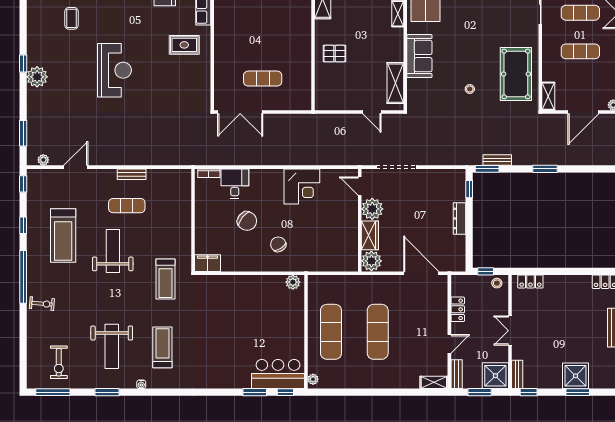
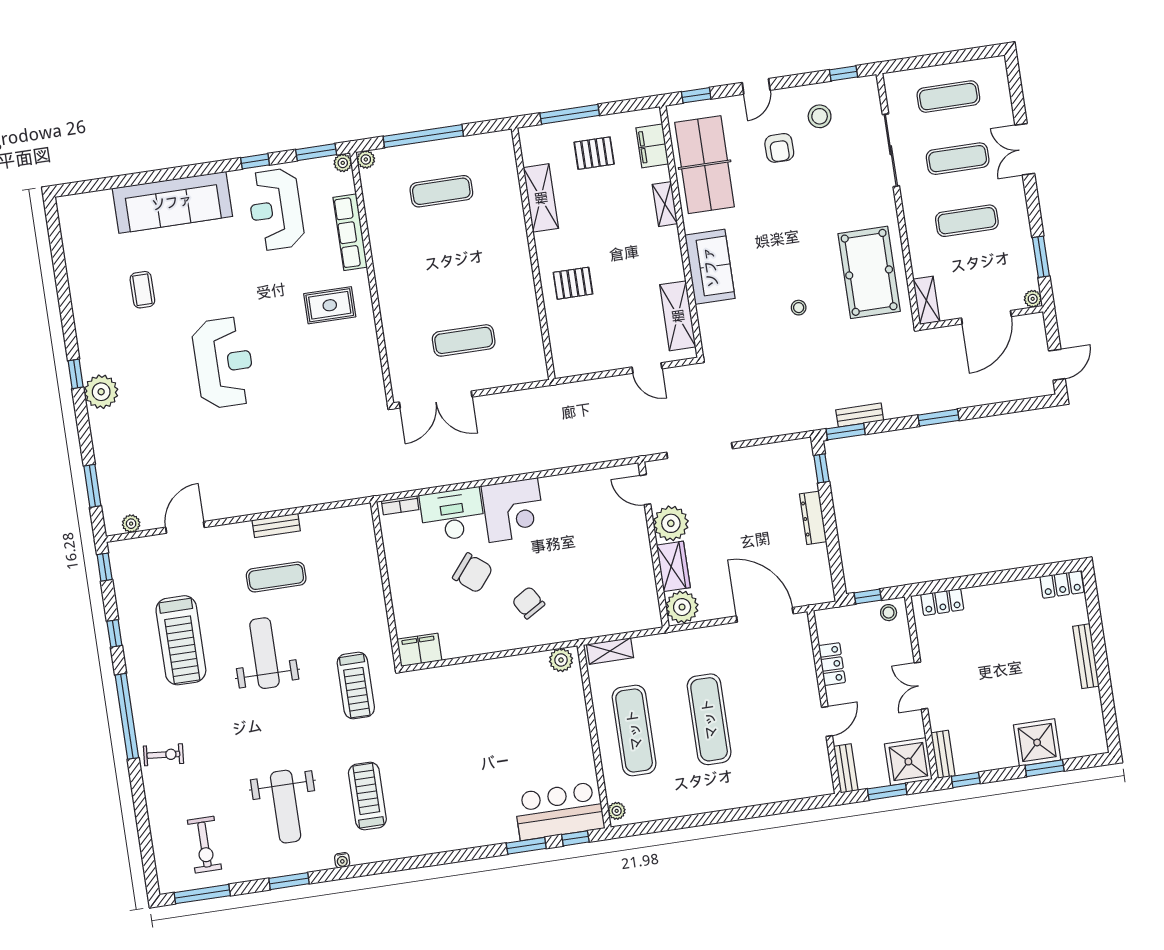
desk: (235, 184) -> (452, 514), width x1.37
corner desk: (302, 186) -> (513, 510), moved
shelving: (434, 382) -> (610, 651), moved

